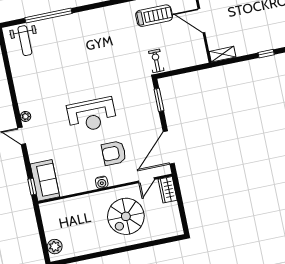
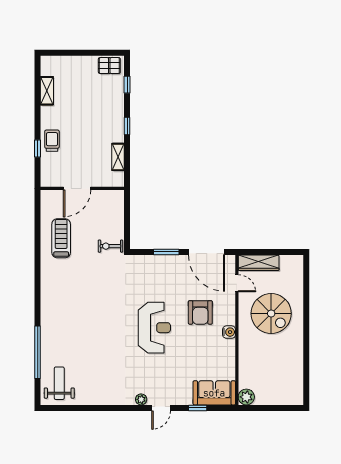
weight bench: (25, 41) -> (59, 383), turned -90
shelving: (222, 54) -> (118, 157), moved
window: (159, 100) -> (166, 252), moved
window: (32, 187) -> (198, 408), moved
wardrobe: (168, 190) -> (259, 263), width x1.50
plant: (55, 247) -> (246, 397), moved

